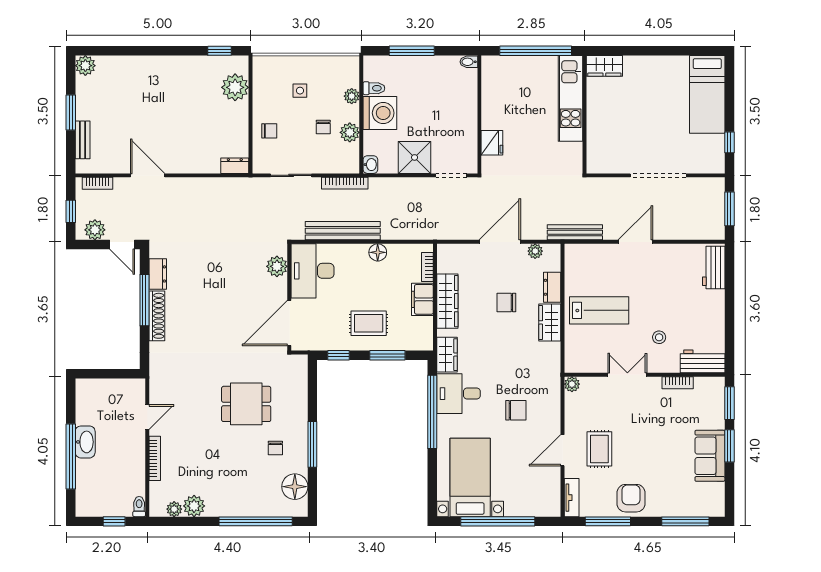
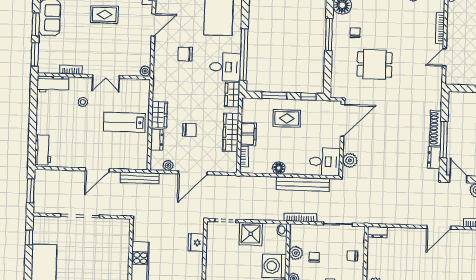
door: (148, 175) -> (439, 227), hinge flipped
desk: (313, 271) -> (325, 162), width x0.73
rug: (599, 449) -> (104, 14), moved, turned 90

